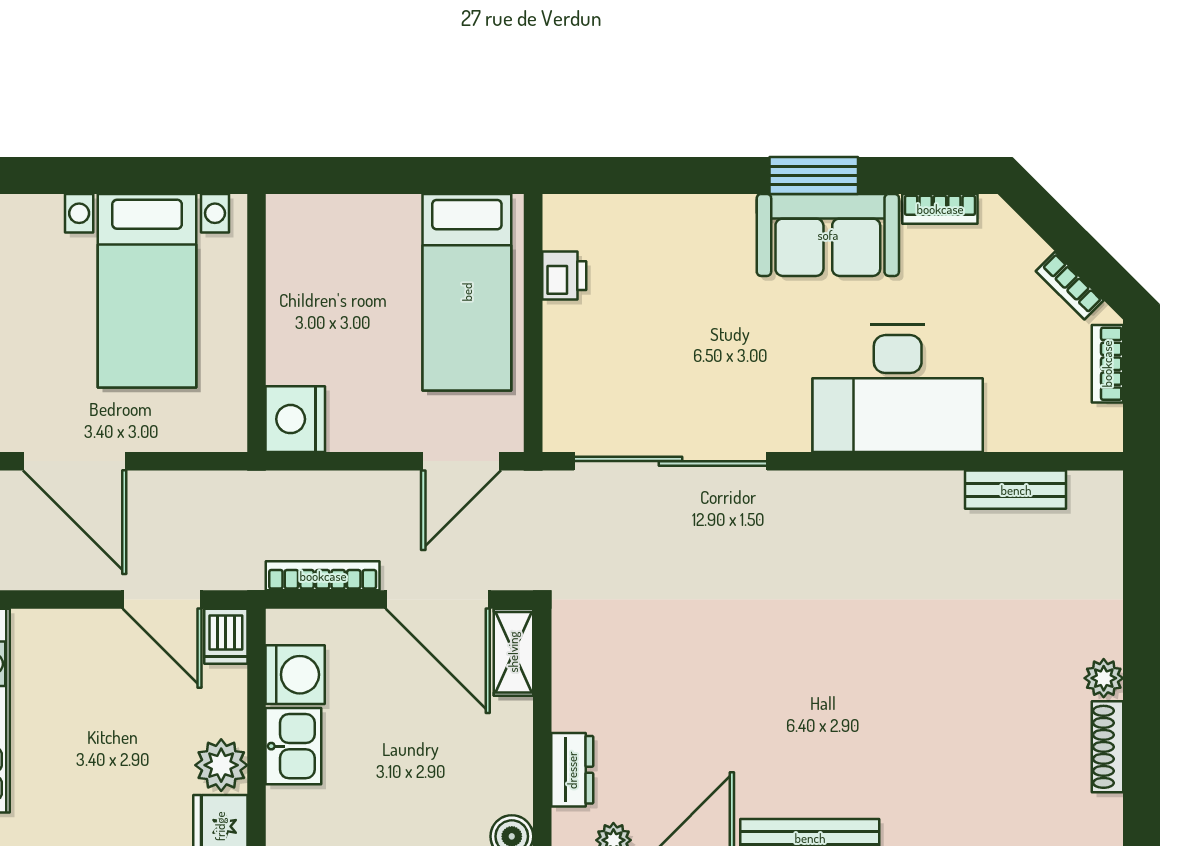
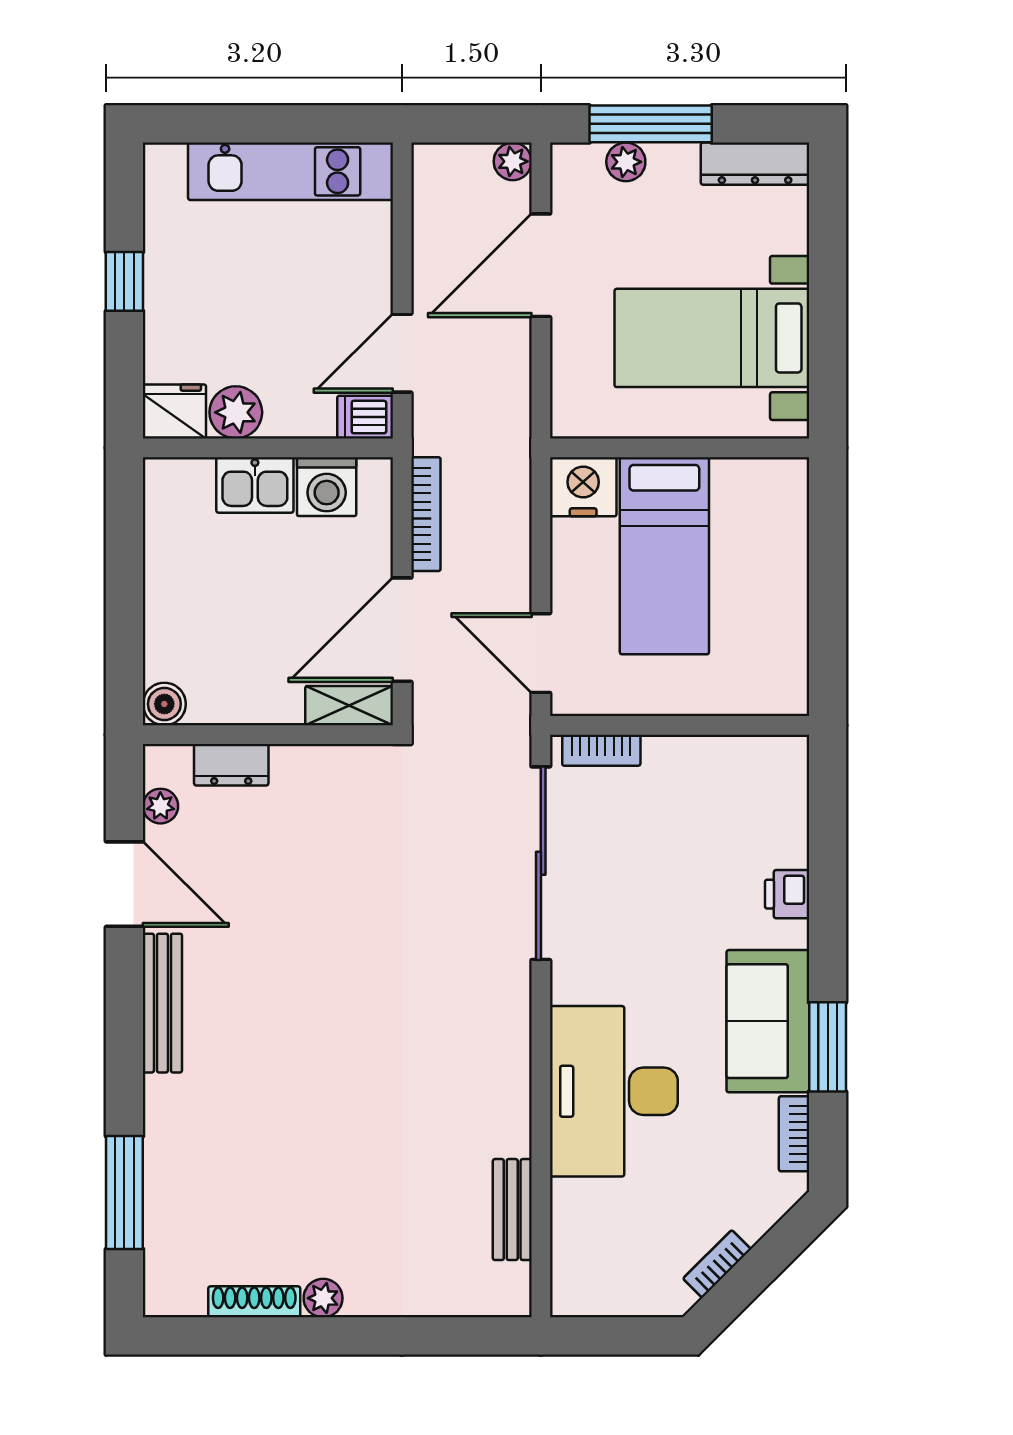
window: (814, 175) -> (828, 1047), moved
printer: (564, 276) -> (787, 894), moved, turned 90
bed: (467, 292) -> (664, 556), moved, turned -90
bookcase: (1107, 364) -> (601, 750), moved, turned 180

